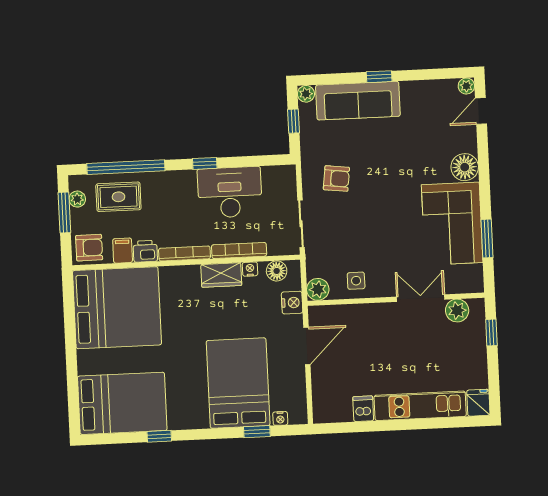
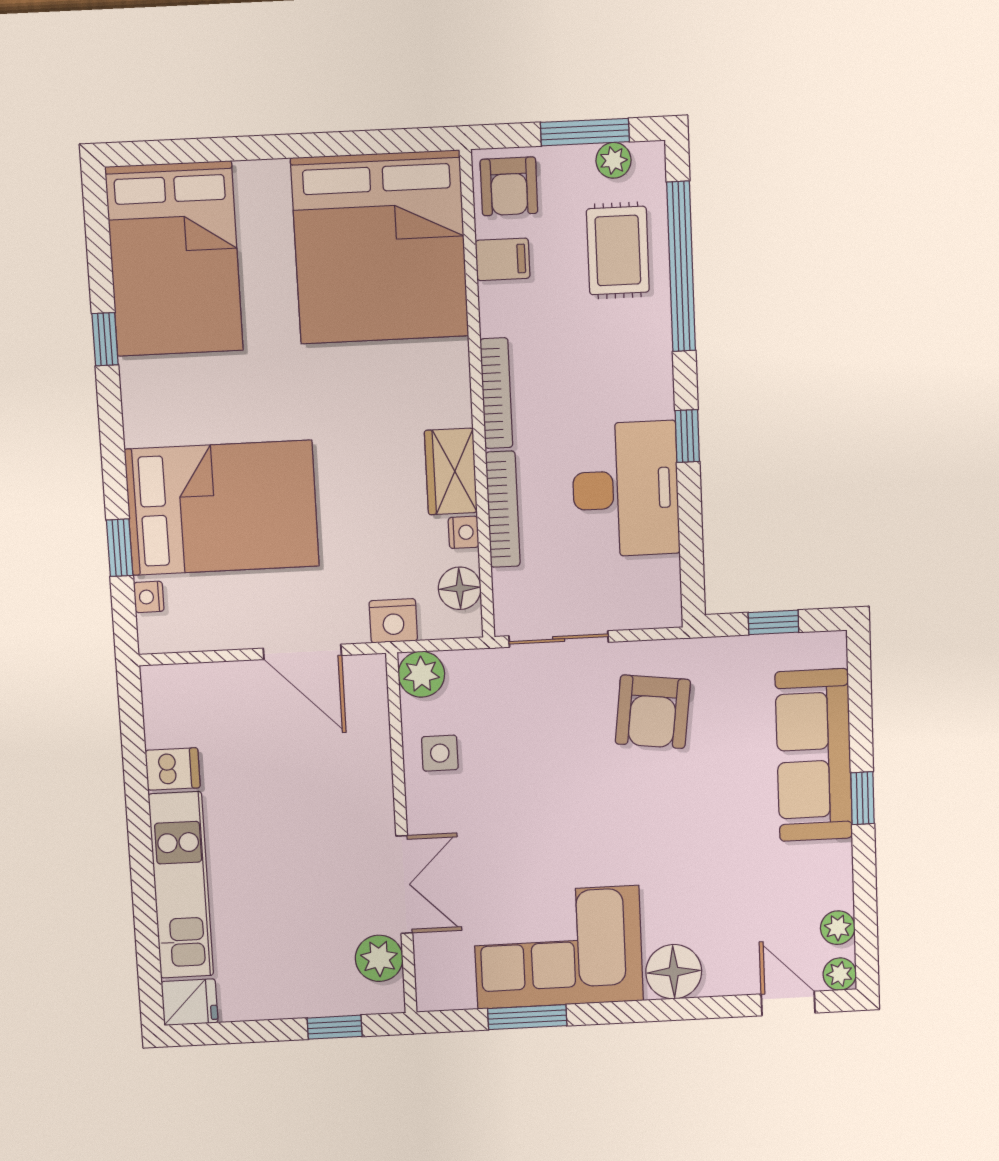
plant: (306, 94) -> (838, 928), moved
armchair: (336, 179) -> (653, 712), width x1.38, depth x1.38
printer: (145, 251) -> (501, 309), removed

